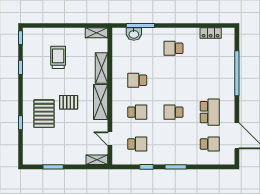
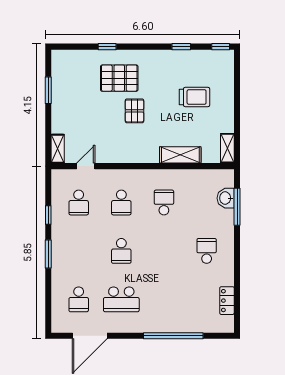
shelving: (101, 102) -> (135, 154), removed
school desk: (173, 112) -> (121, 251), turned 180

